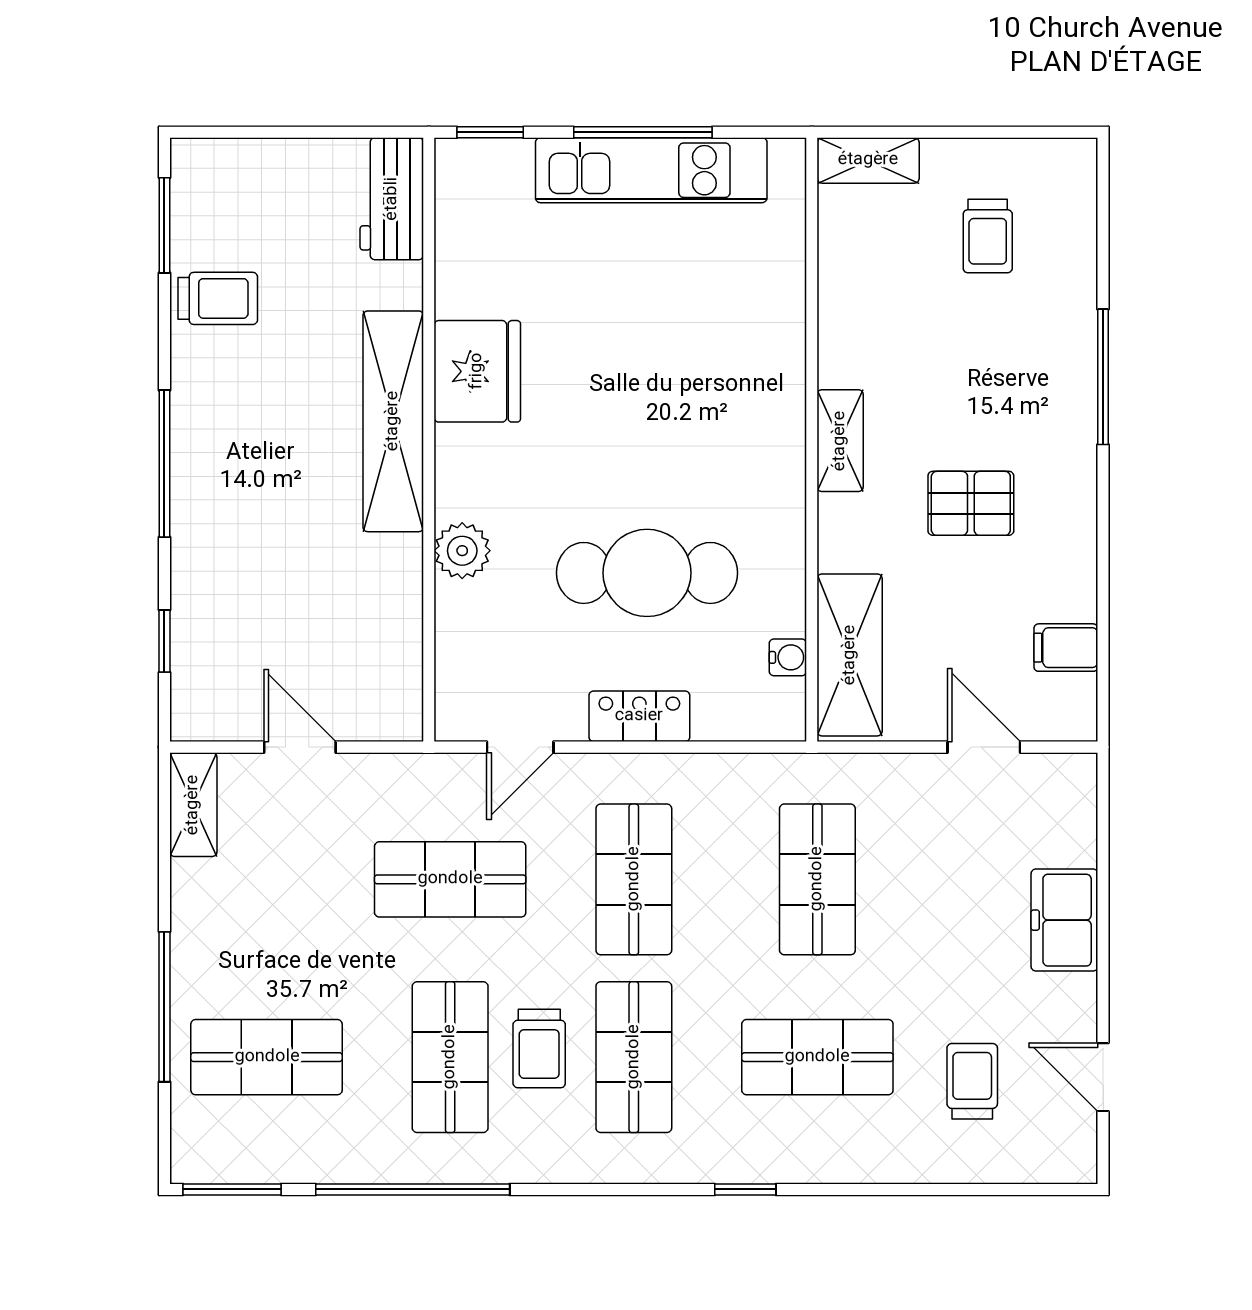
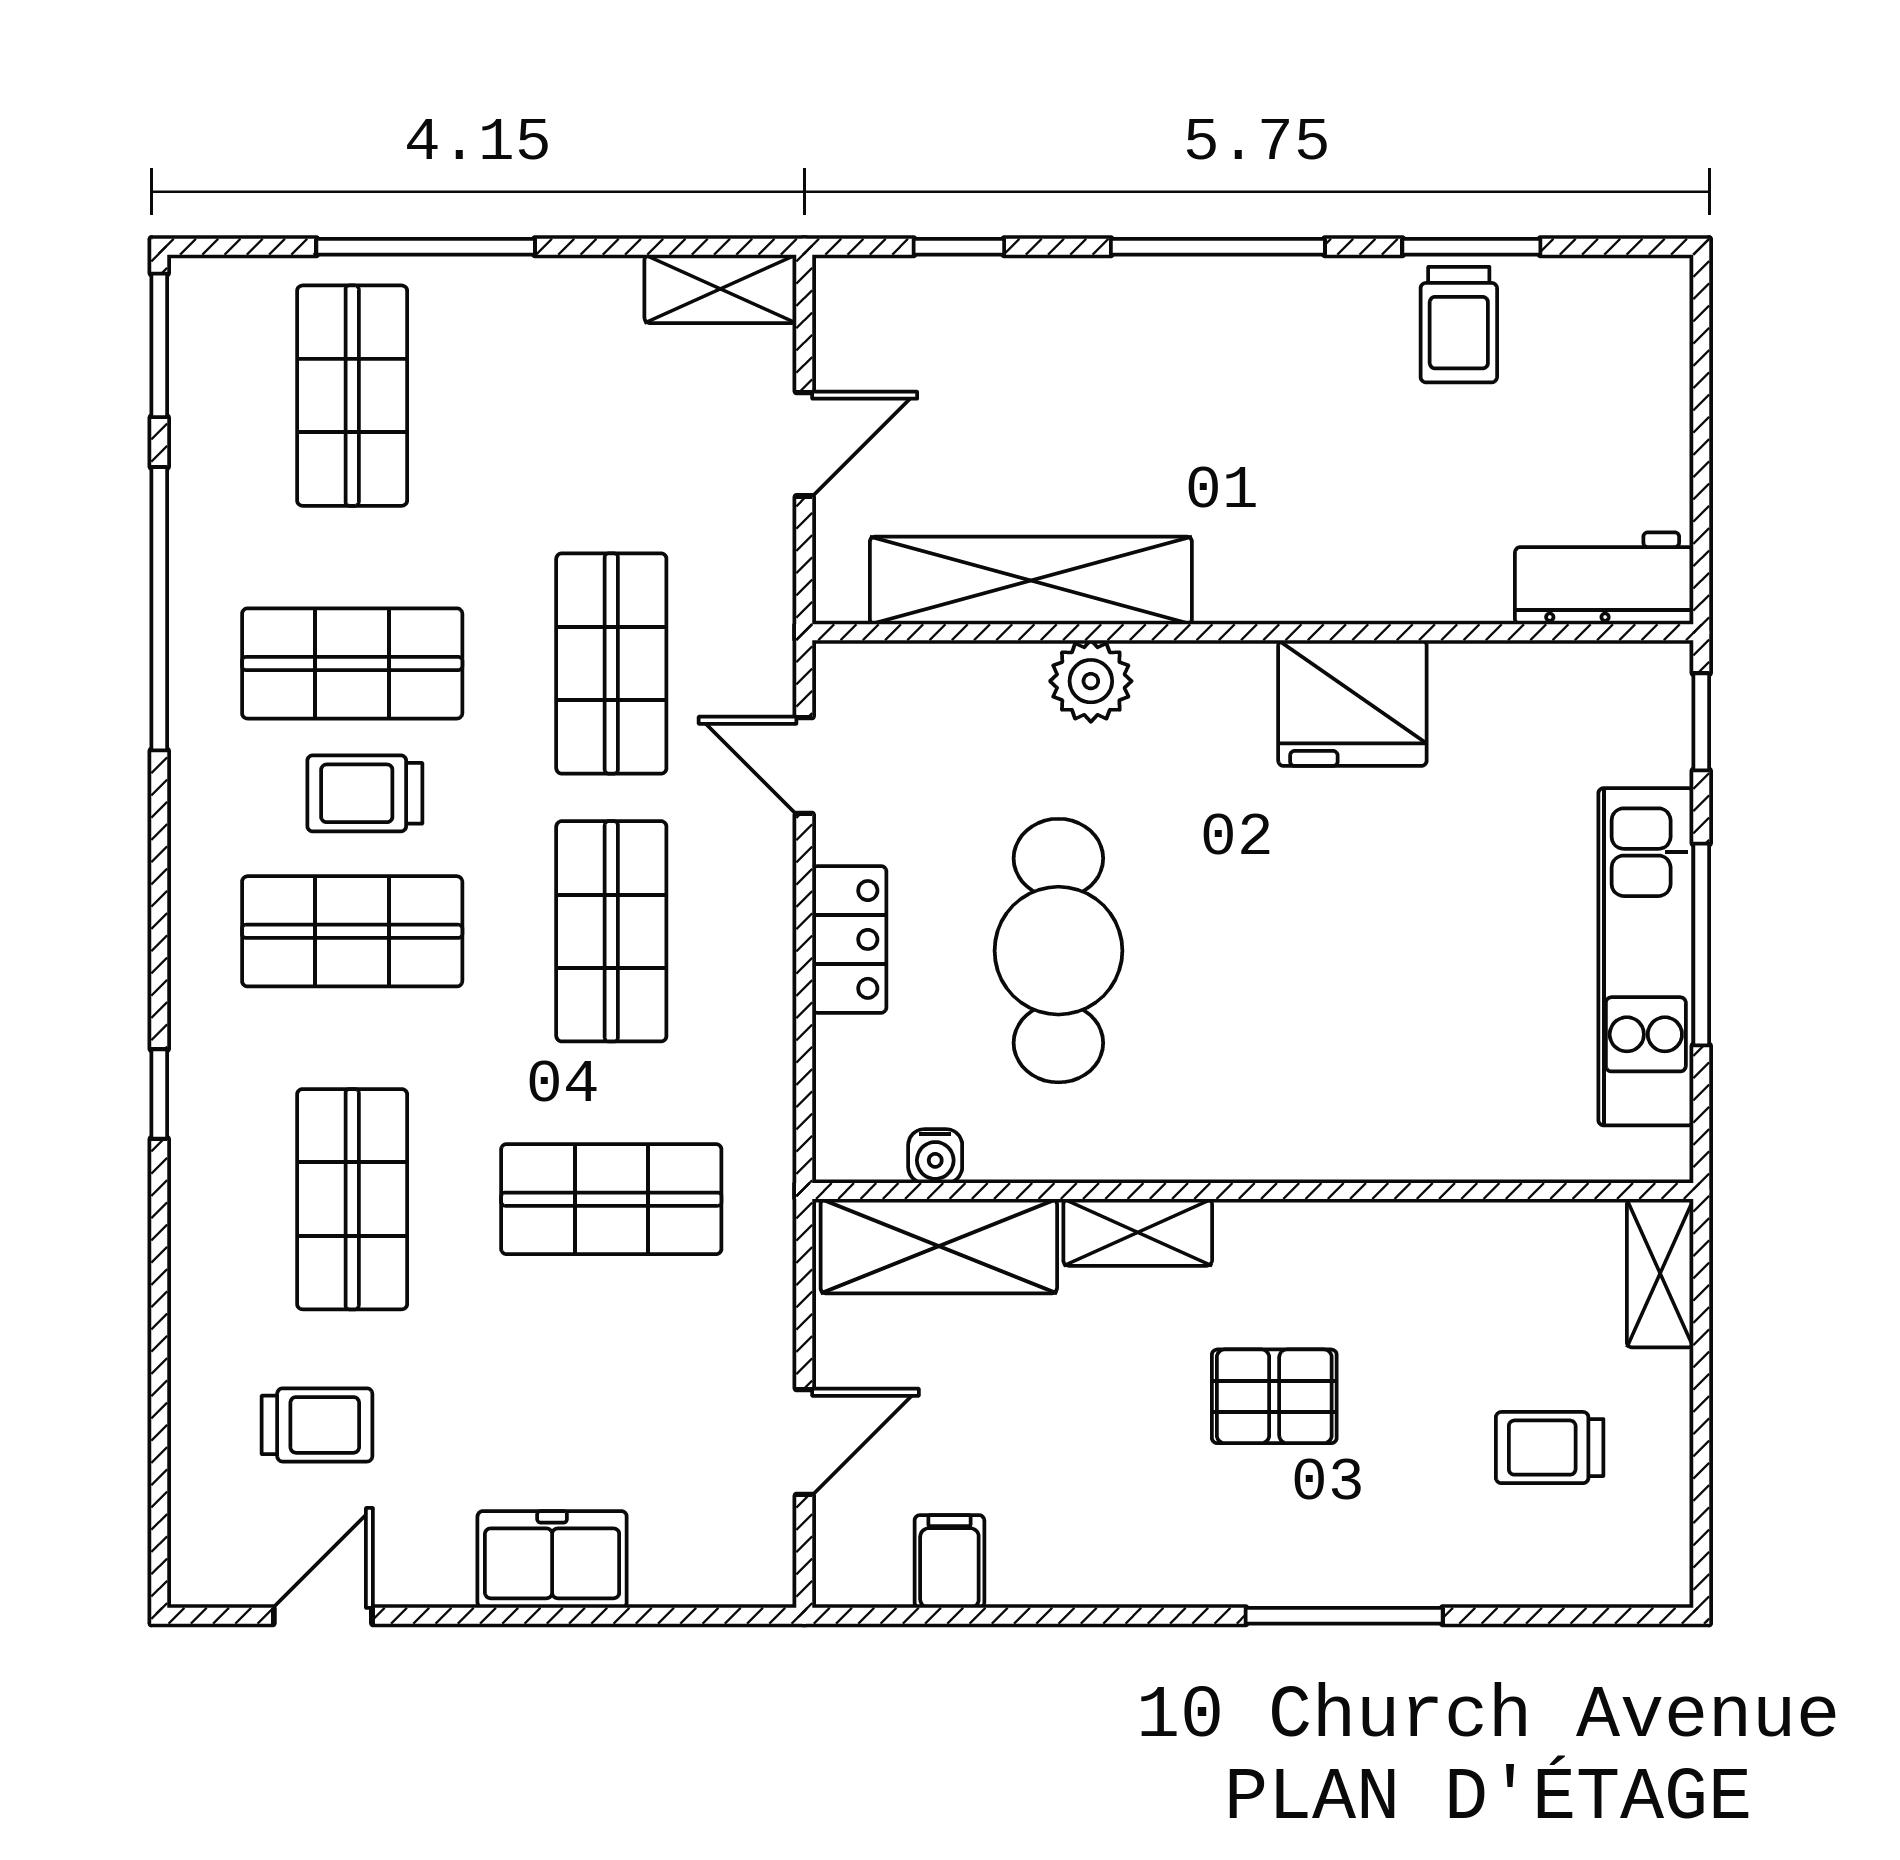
window: (164, 225) -> (1471, 247), moved
shelving: (393, 421) -> (1031, 581), moved
shelving: (840, 441) -> (1138, 1232), moved
pallet: (971, 503) -> (1274, 1396), moved, turned 90
shop shelf: (634, 879) -> (611, 931), turned 90

